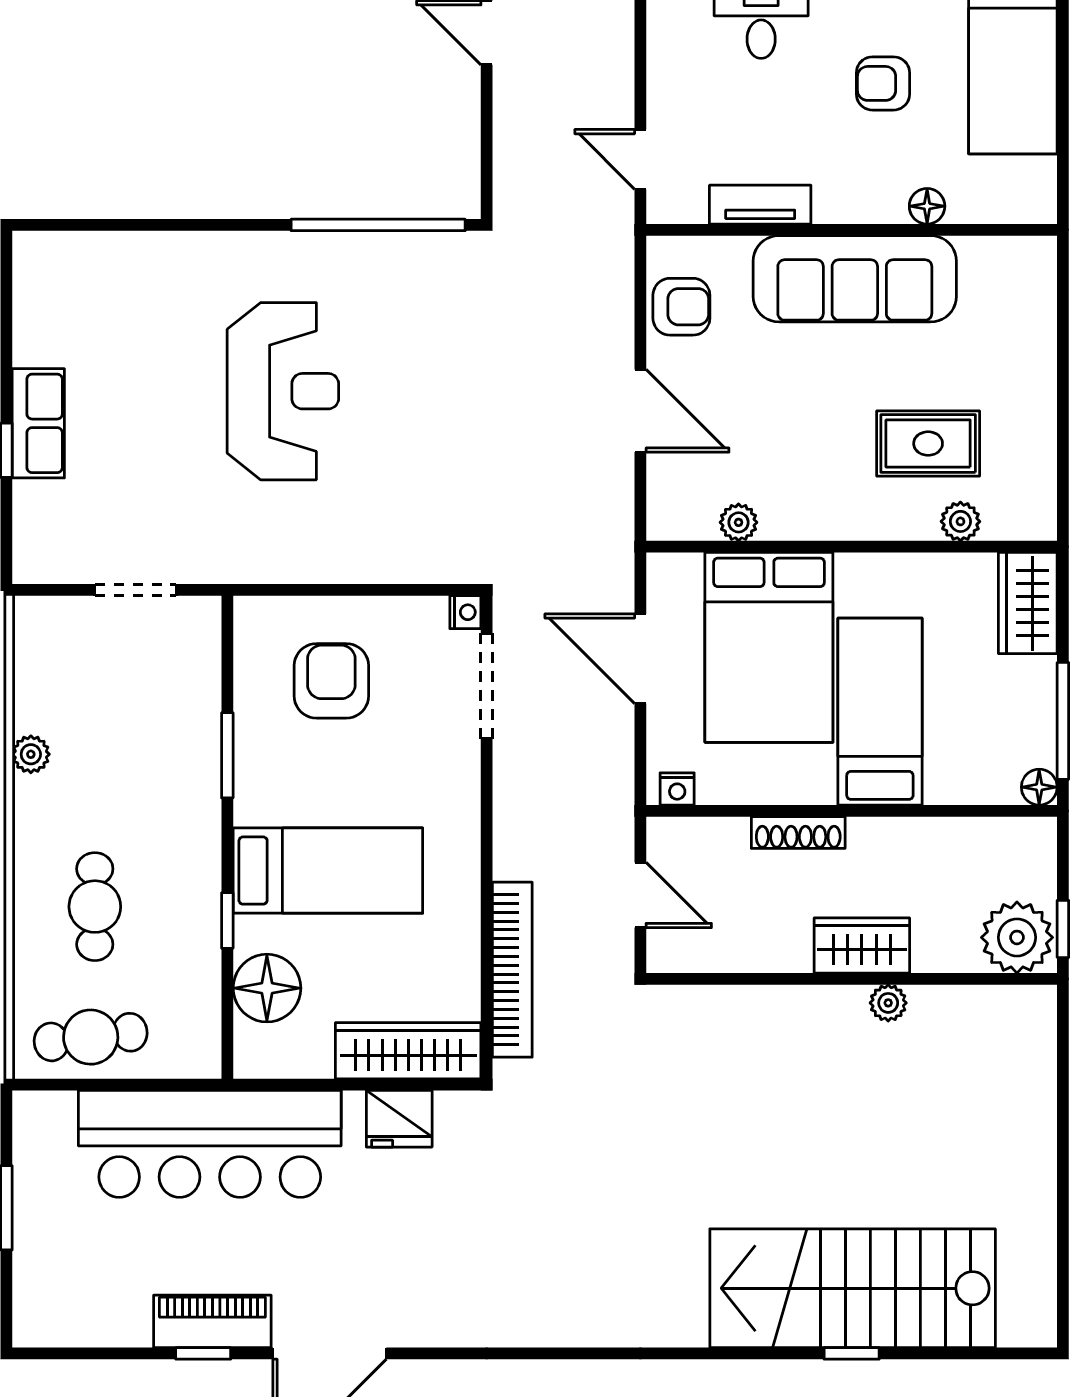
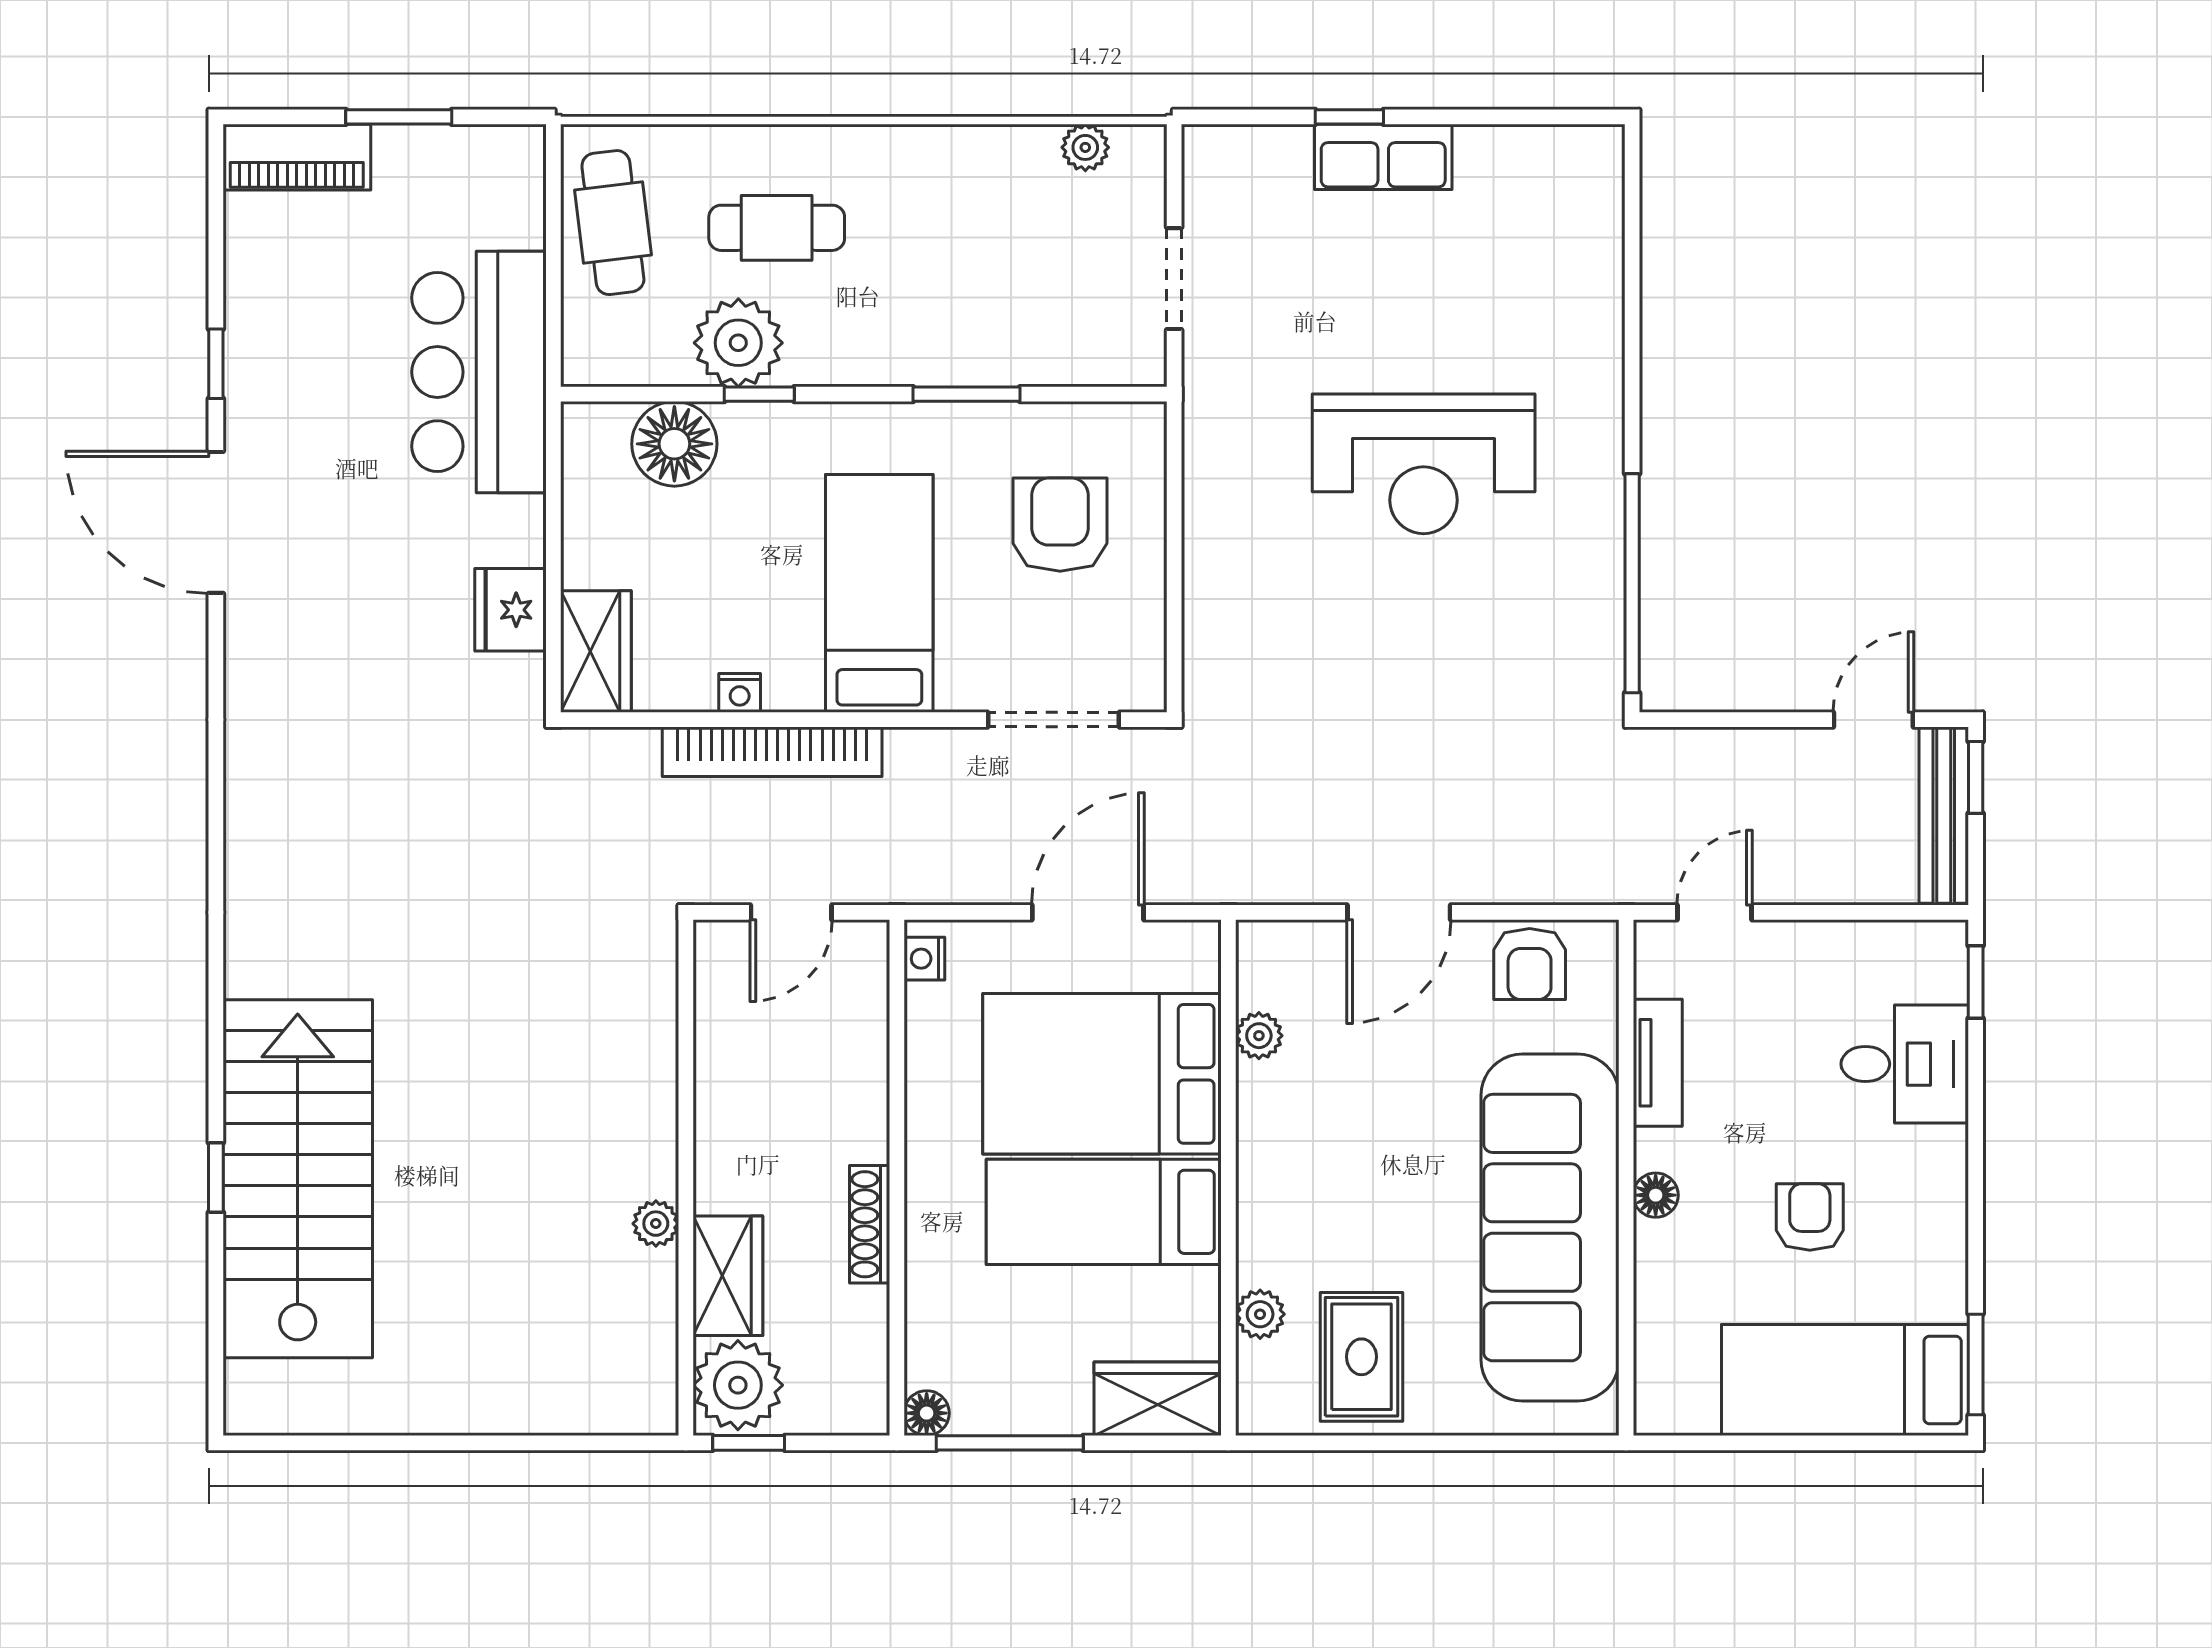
floor lamp: (927, 206) -> (1656, 1195), moved
sofa: (855, 279) -> (1550, 1228), width x1.36, depth x1.27
rug: (928, 444) -> (1362, 1357), moved
nightstand: (465, 612) -> (740, 693), moved
armchair: (331, 681) -> (1060, 525), turned -90
bed: (880, 712) -> (1104, 1212), moved, turned 180
plant: (31, 754) -> (1085, 147), moved
shoe rack: (798, 833) -> (870, 1224), moved
bed: (328, 871) -> (879, 593), moved, turned 180
plant: (186, 937) -> (738, 343), added
wardrobe: (862, 946) -> (728, 1276), moved
bookcase: (512, 970) -> (772, 752), moved
wardrobe: (408, 1051) -> (596, 651), width x0.67
bar counter: (210, 1144) -> (479, 372), width x0.73
piano: (212, 1321) -> (297, 157), moved, turned 90

